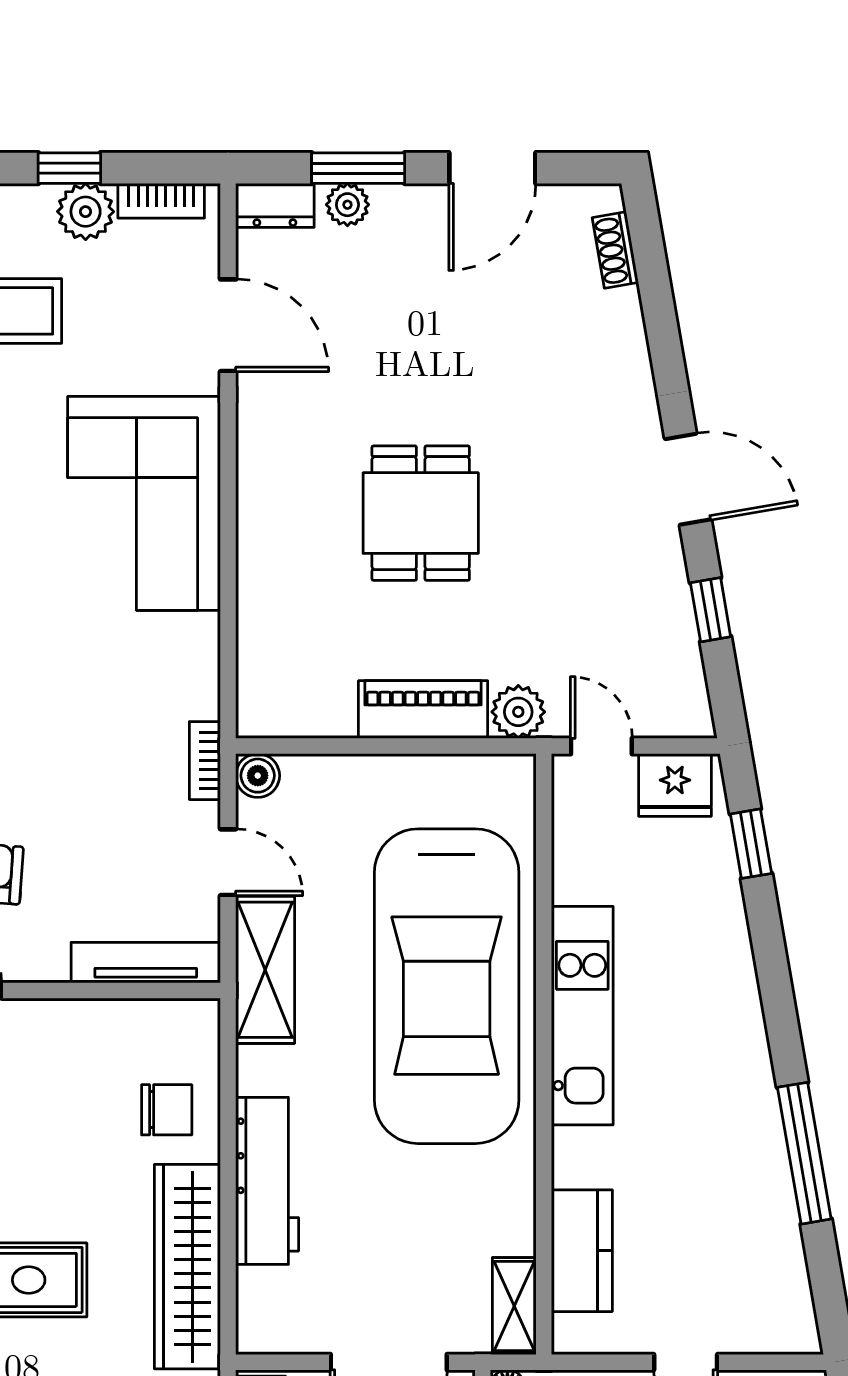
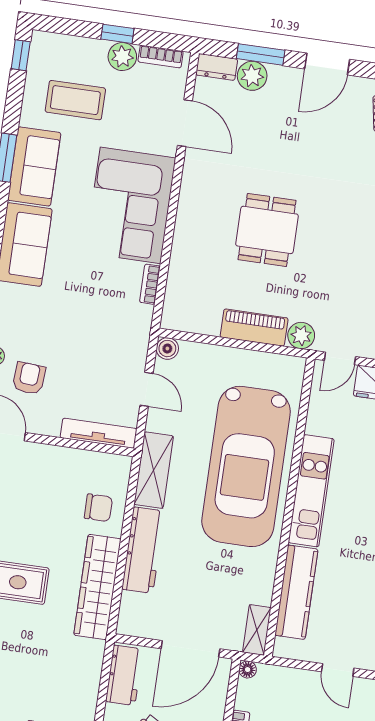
plant: (347, 205) -> (252, 76), width x1.38, depth x1.38
door: (601, 746) -> (340, 358), swing flipped
bookcase: (205, 761) -> (150, 284), moved
shelving: (265, 970) -> (154, 470), moved
kitchen counter: (582, 1251) -> (296, 592), width x1.50

